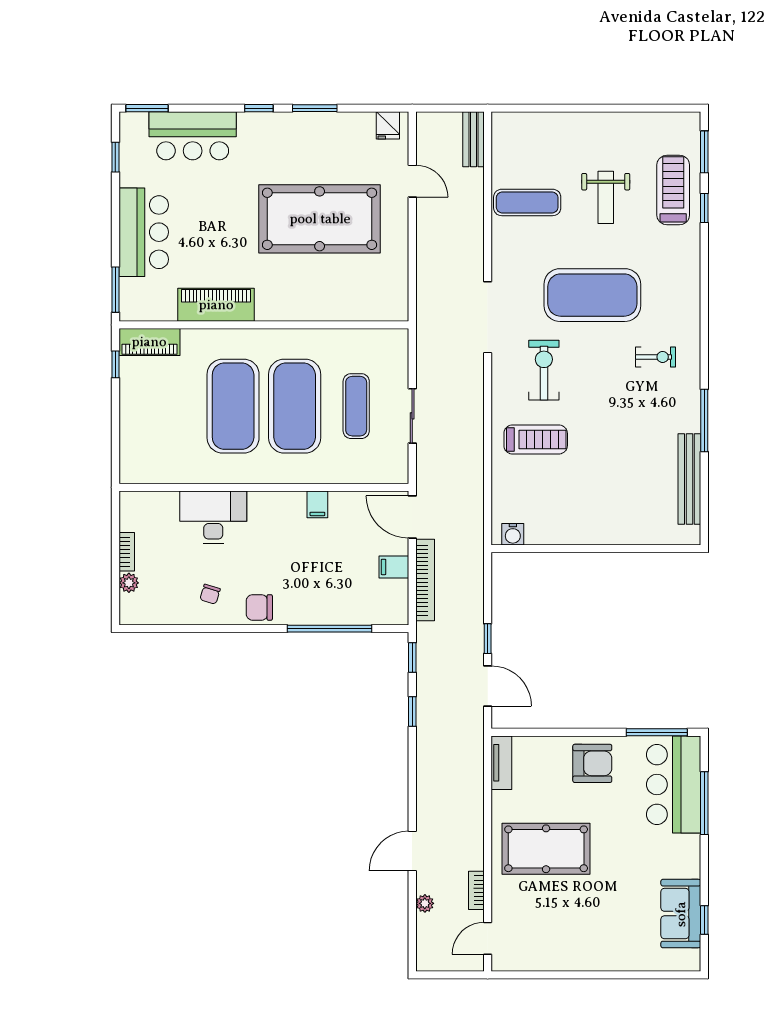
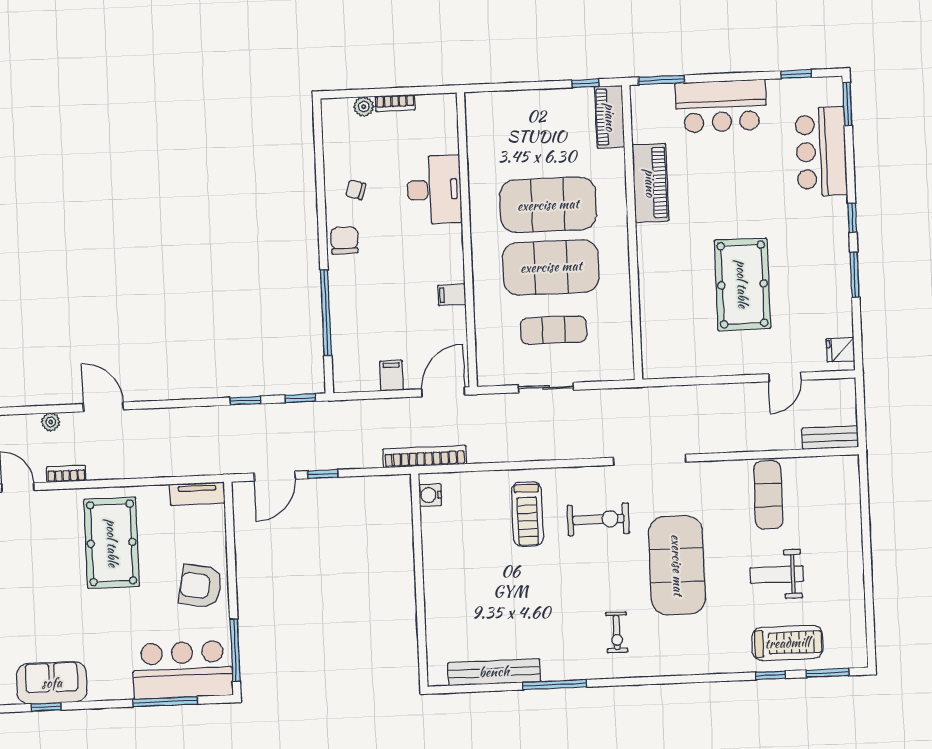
pool table: (320, 219) -> (742, 284), width x0.73, depth x0.76
bookcase: (425, 580) -> (425, 457), moved, turned 180
armchair: (592, 763) -> (201, 586), turned 100

